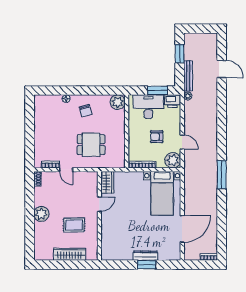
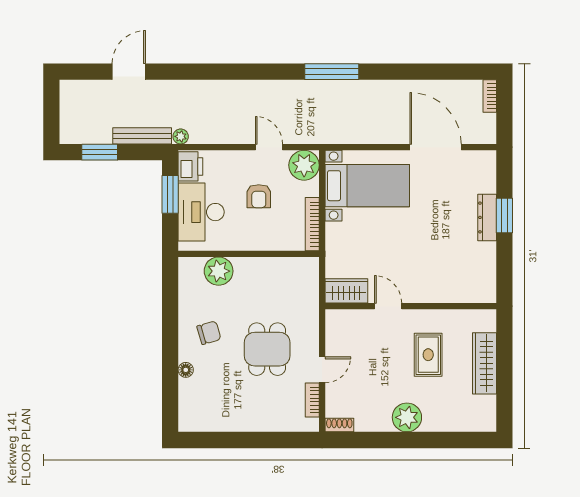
plant: (118, 102) -> (219, 271), moved
door: (182, 142) -> (269, 147), hinge flipped
dining table: (91, 145) -> (267, 349), moved

